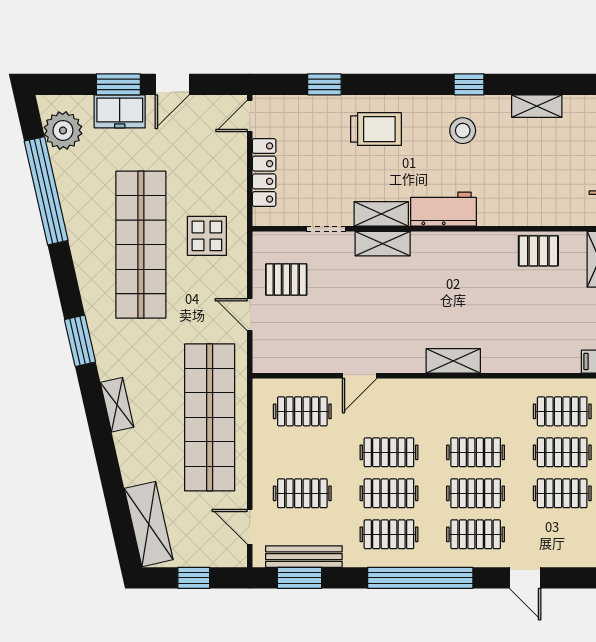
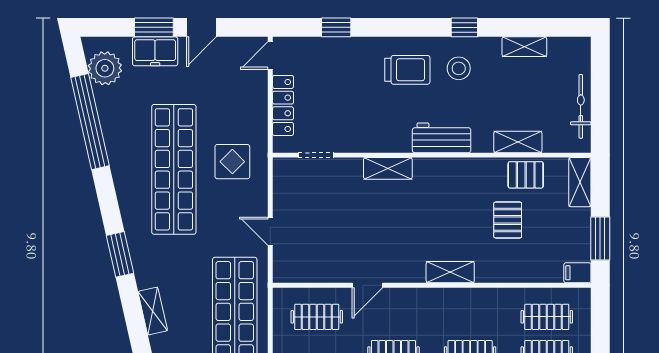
trolley: (376, 129) -> (407, 70), moved
shelving: (381, 214) -> (518, 142), moved
doorway: (326, 229) -> (316, 155), moved
pallet: (286, 279) -> (508, 220), moved, turned 90

